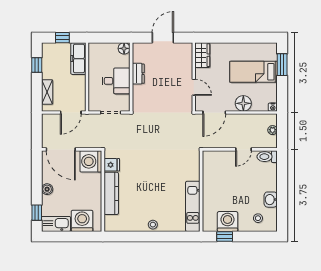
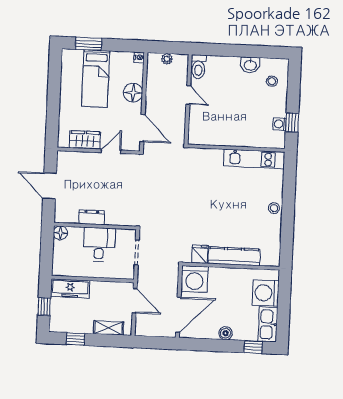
wardrobe: (202, 55) -> (85, 140), moved
washing machine: (228, 222) -> (280, 124), width x0.53, depth x0.53

